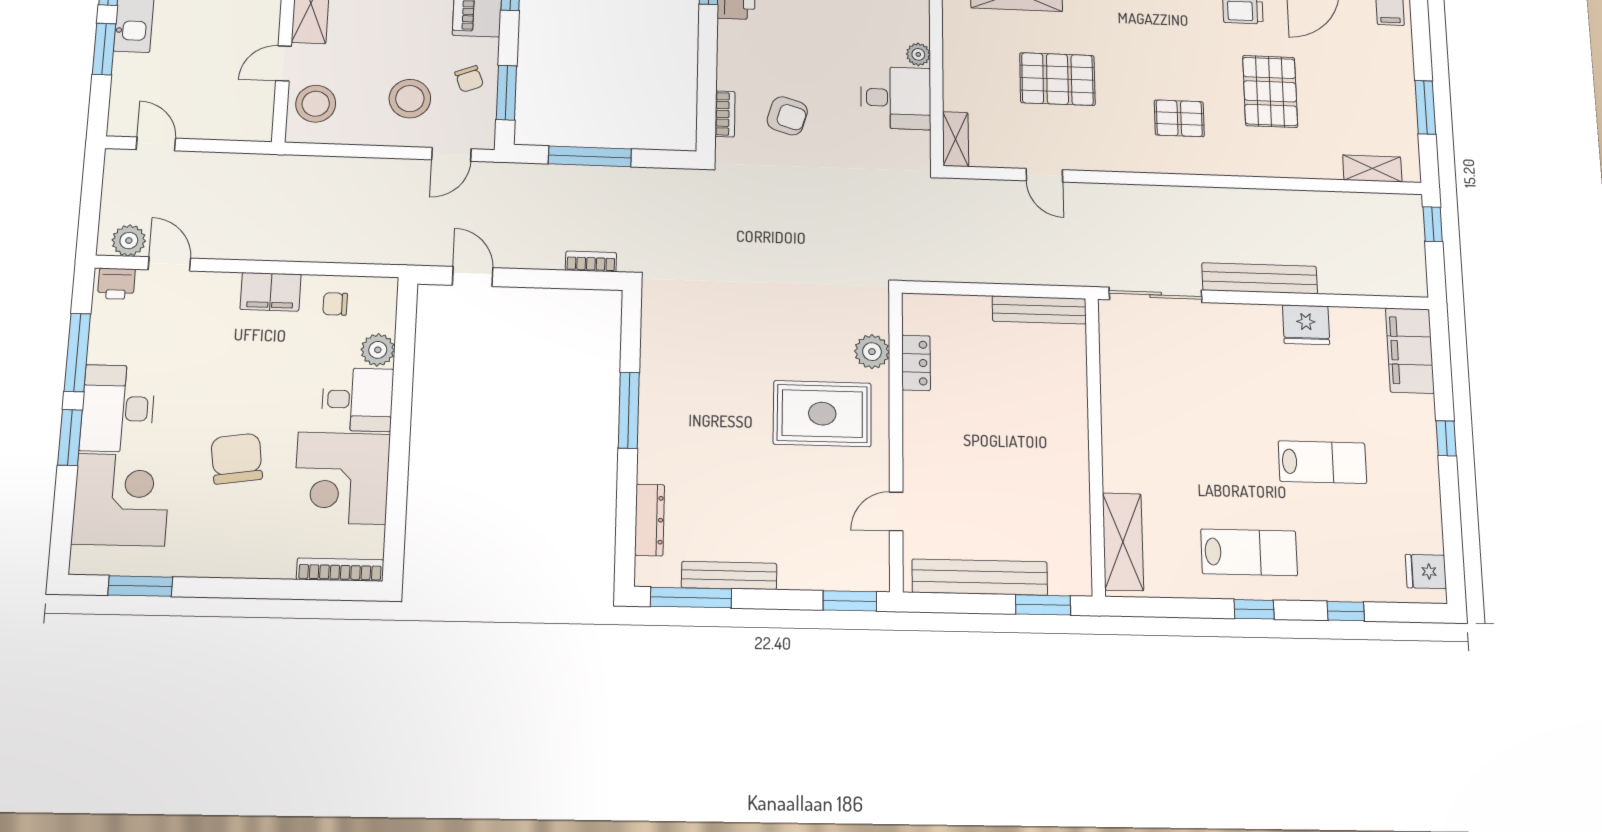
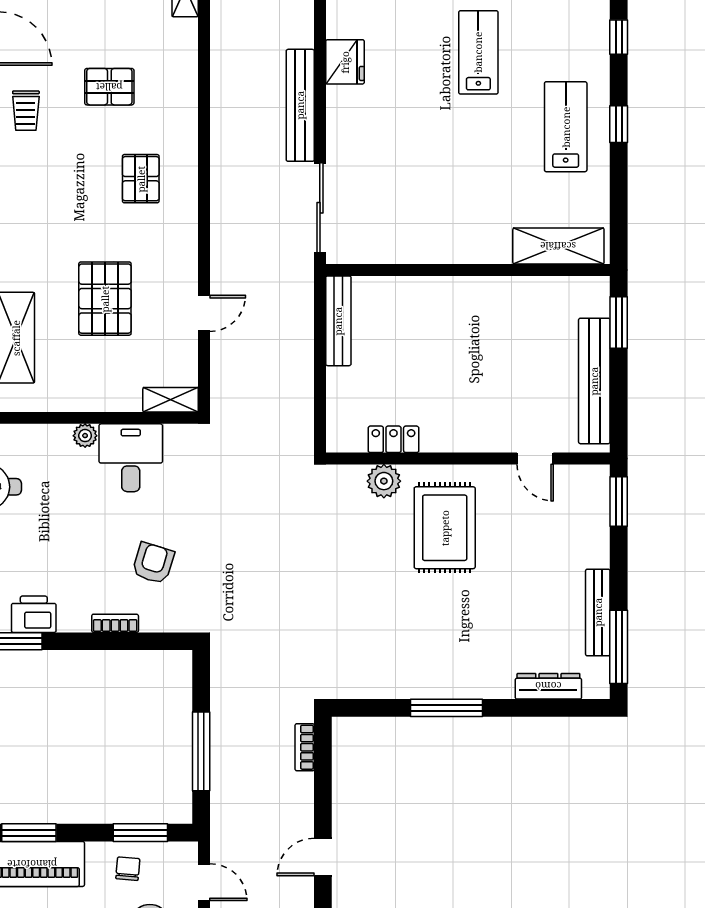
chair: (469, 79) -> (128, 869), turned -64
pallet: (1270, 91) -> (109, 87), width x0.67, depth x0.71
bookcase: (725, 114) -> (115, 623), moved

